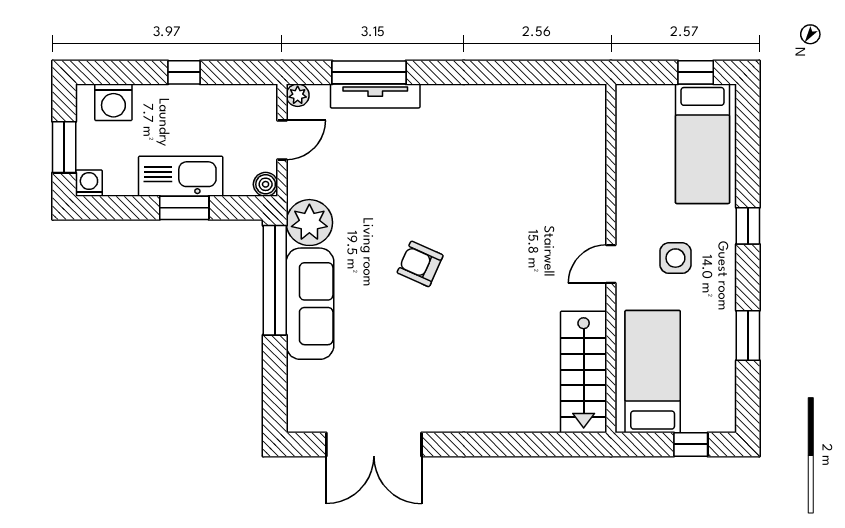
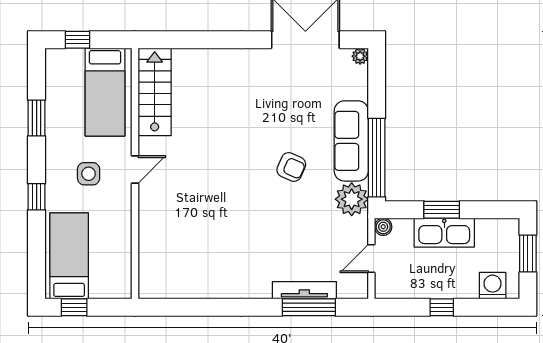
plant: (298, 95) -> (360, 56), moved
washing machine: (89, 183) -> (510, 228), removed
armchair: (420, 264) -> (291, 167), moved

